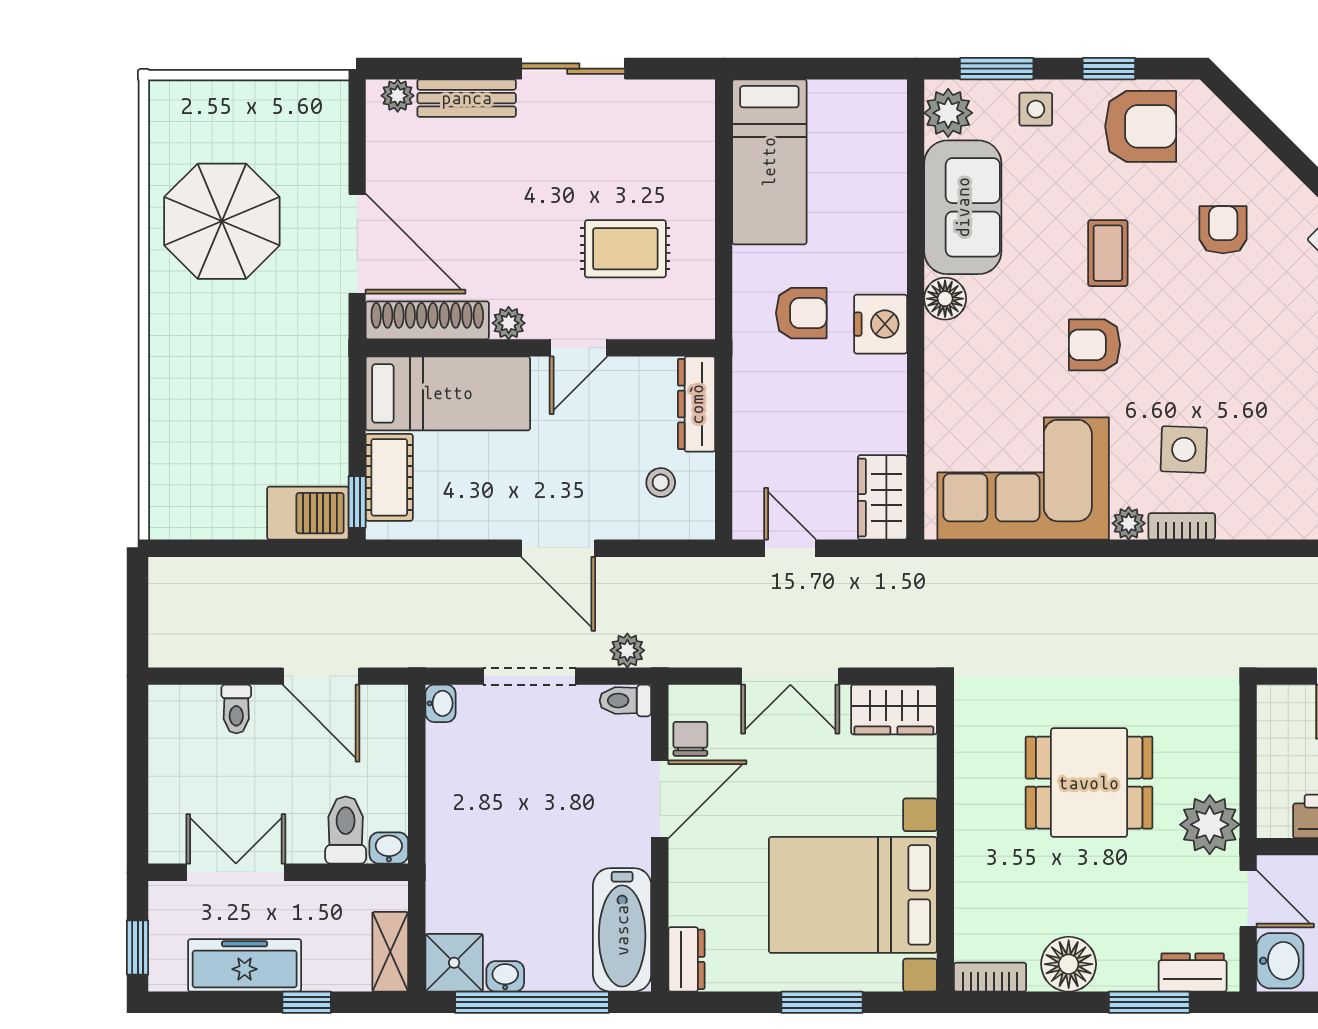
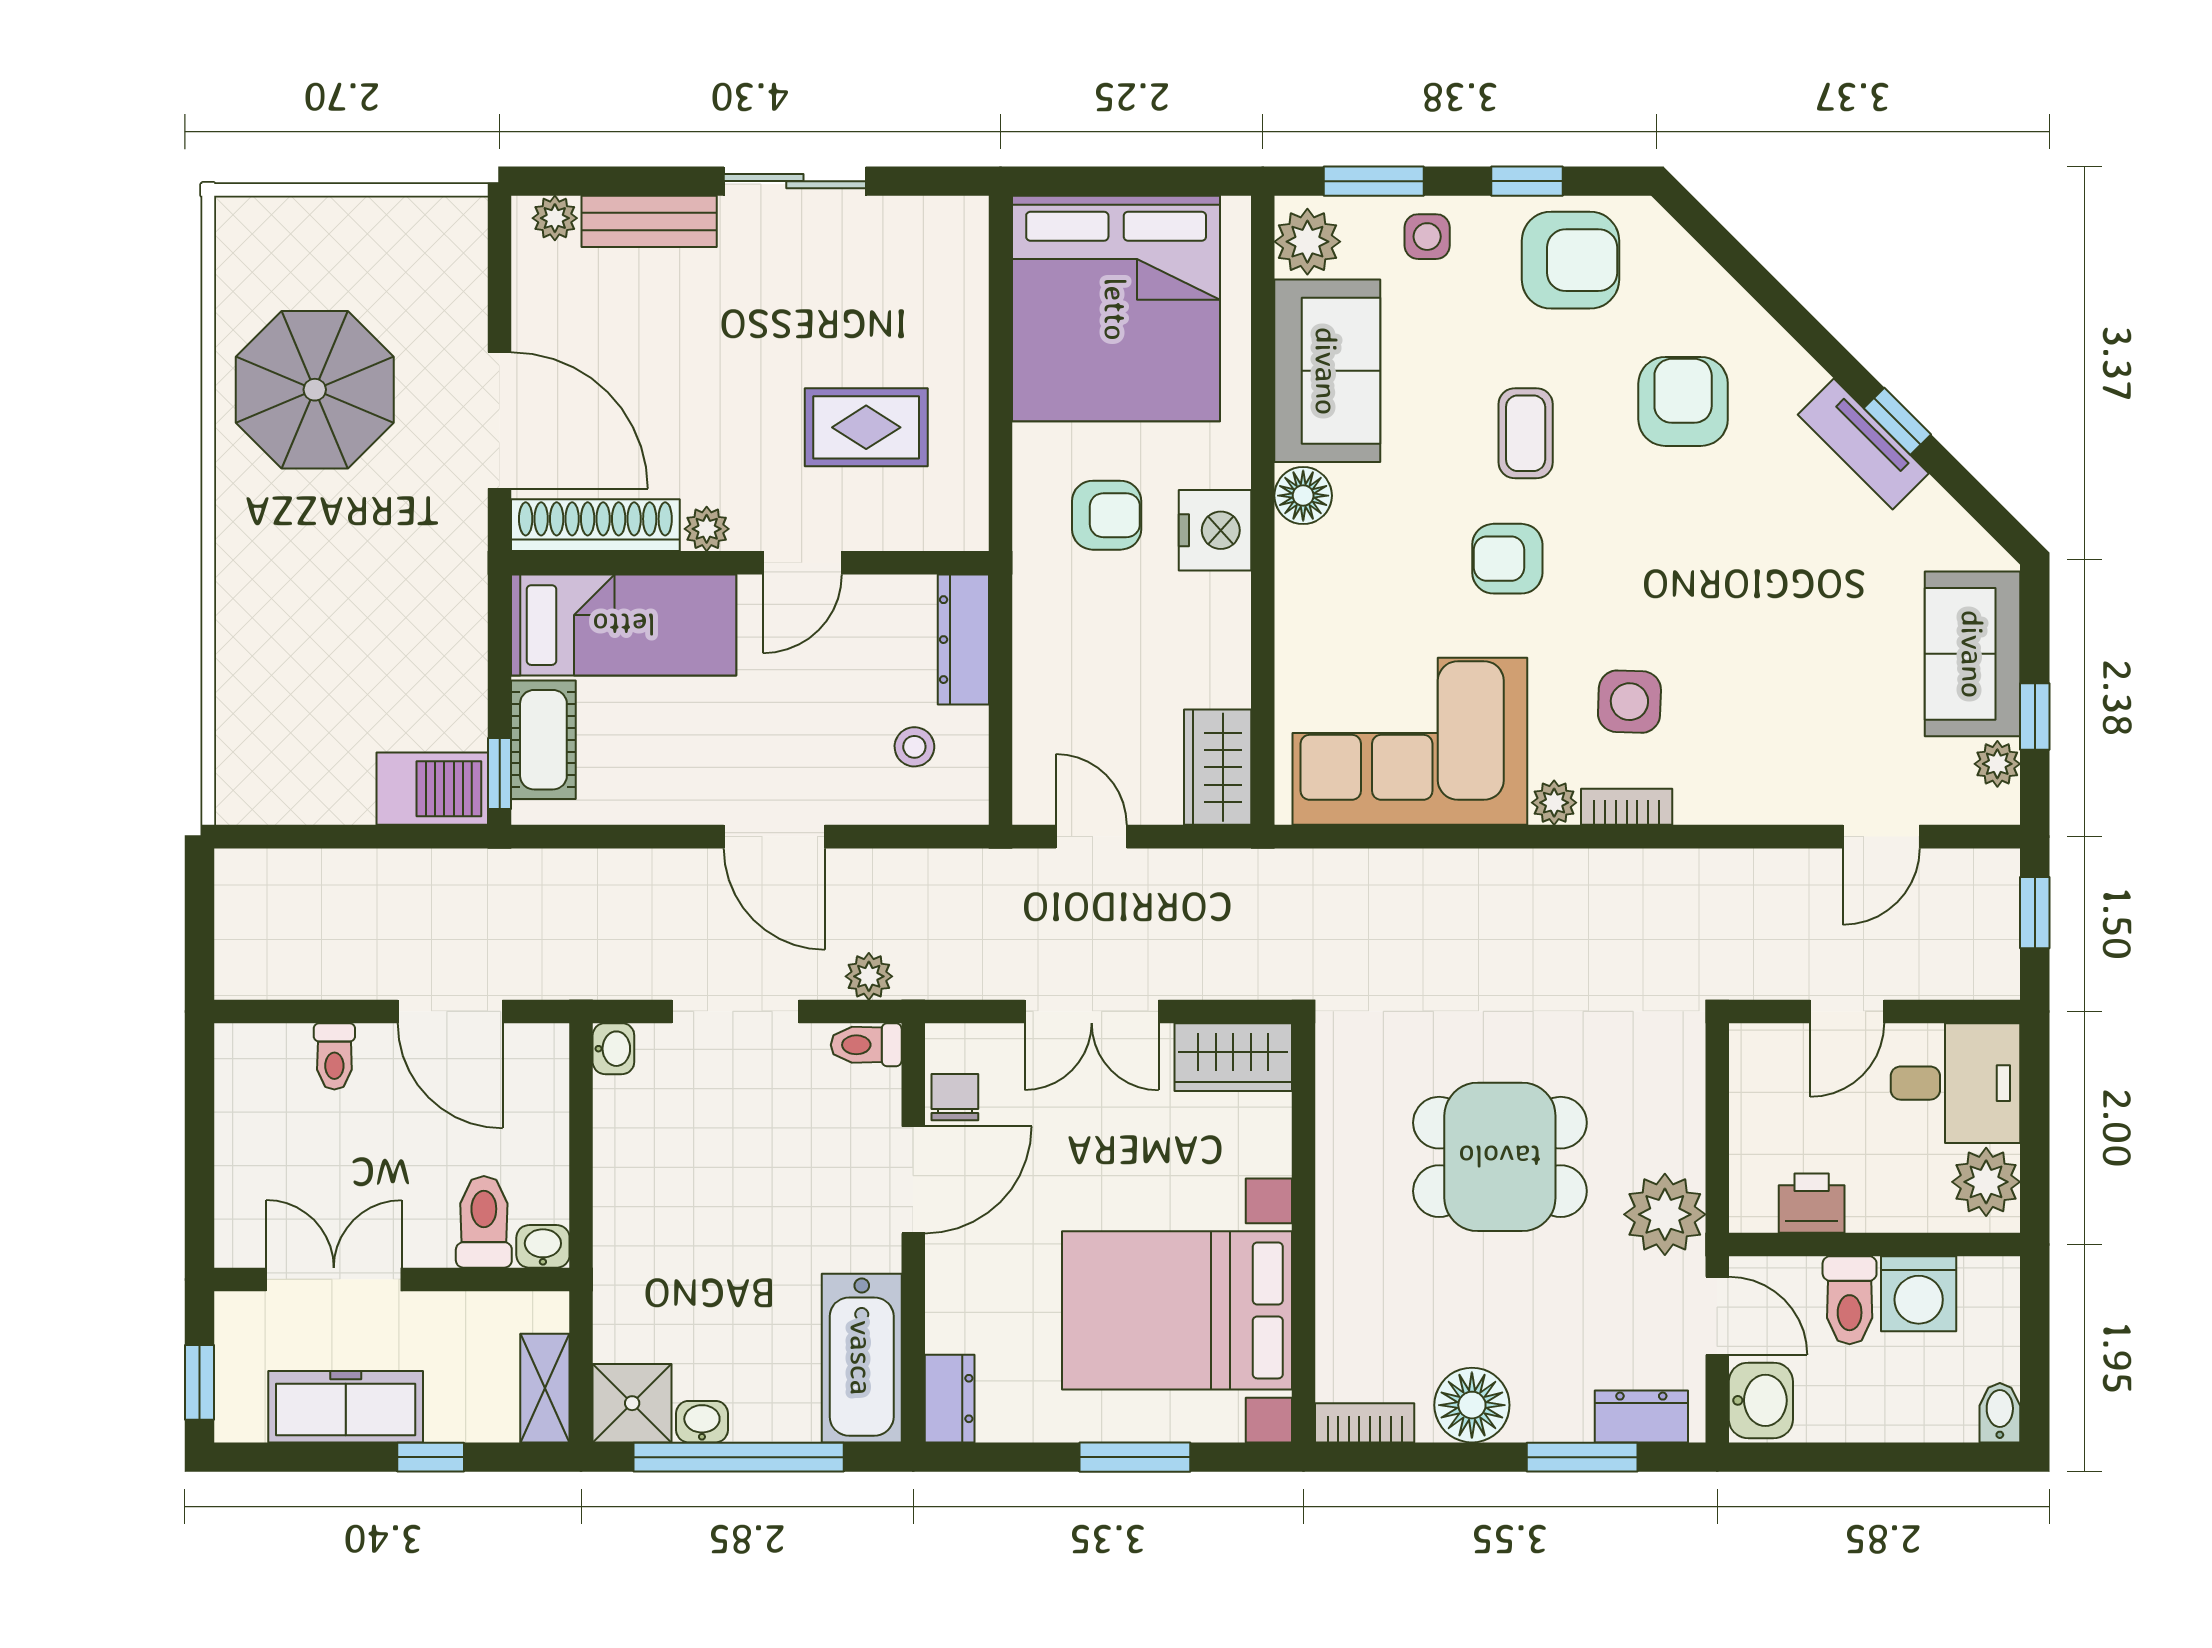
bed: (769, 162) -> (1116, 309), width x2.04
armchair: (1223, 230) -> (1683, 401), width x1.38, depth x1.38

